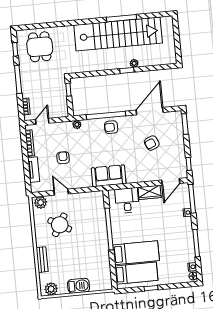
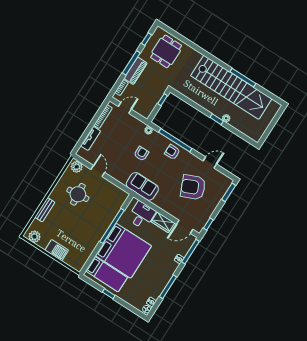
piano: (27, 83) -> (135, 71), added
door: (150, 111) -> (210, 162), width x0.53
armchair: (152, 143) -> (193, 187), width x1.88, depth x1.88
armchair: (63, 158) -> (141, 154), moved
round table: (60, 225) -> (78, 194), turned -35
bed: (136, 253) -> (123, 251), width x2.04

